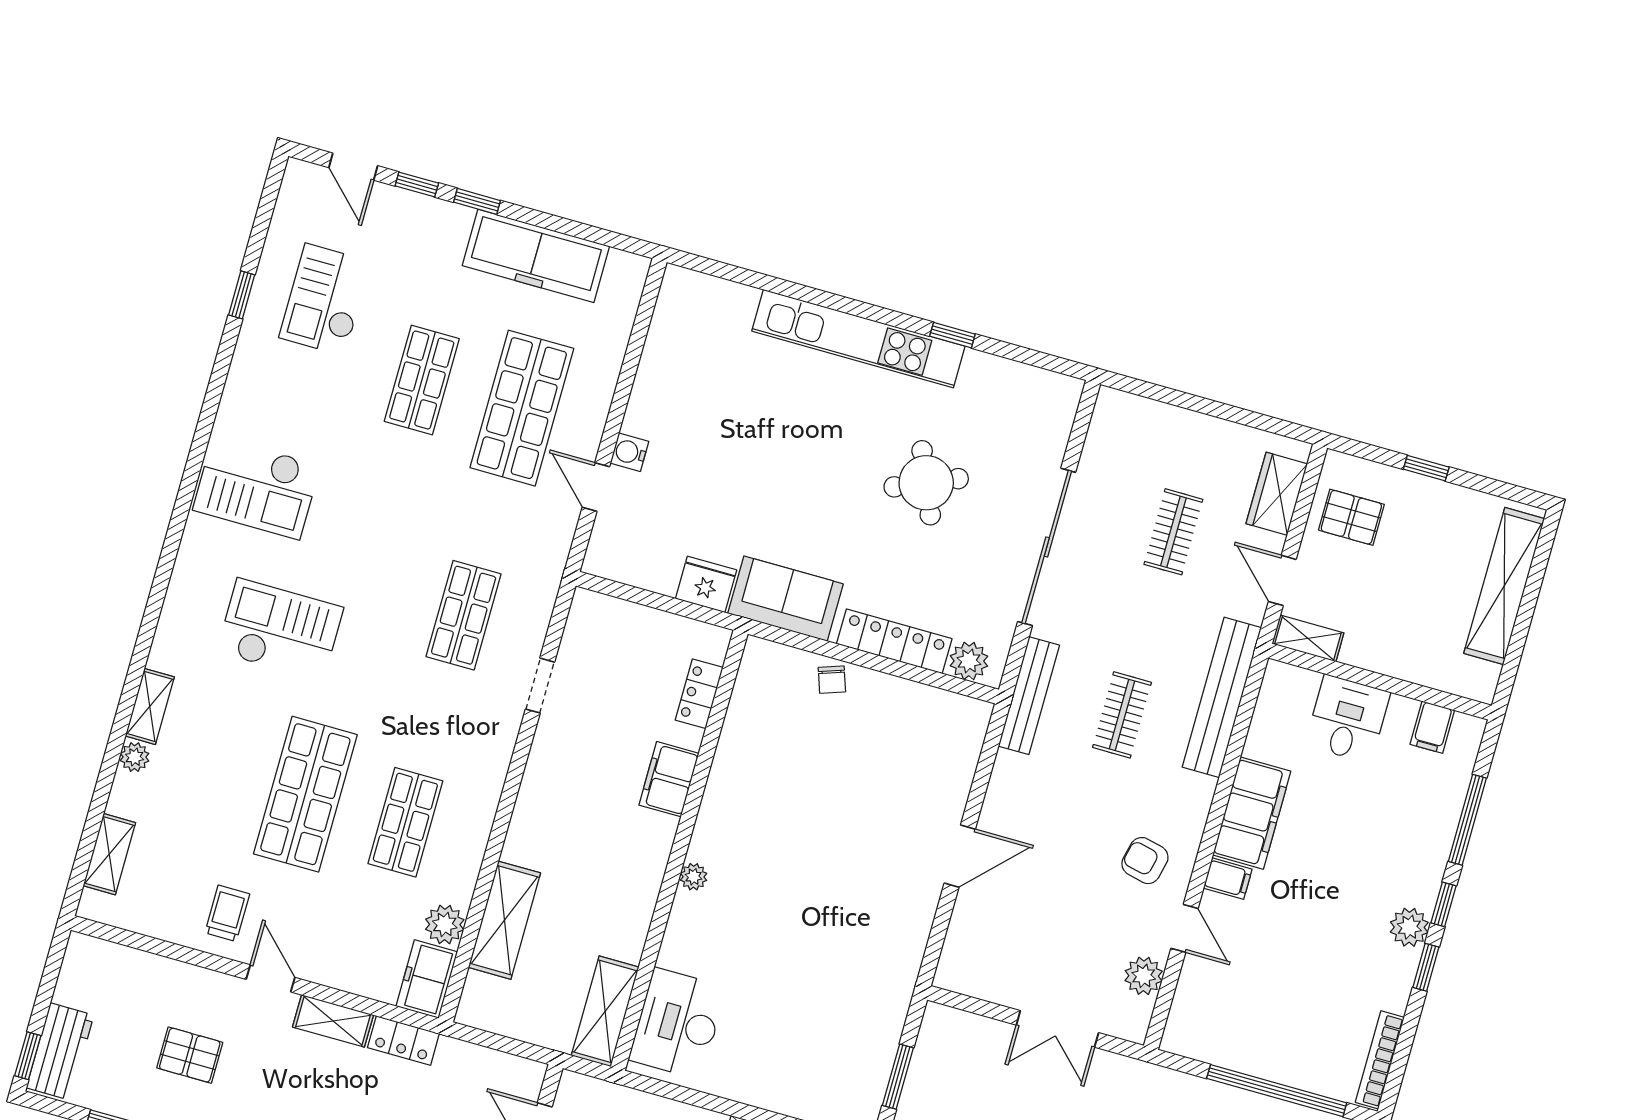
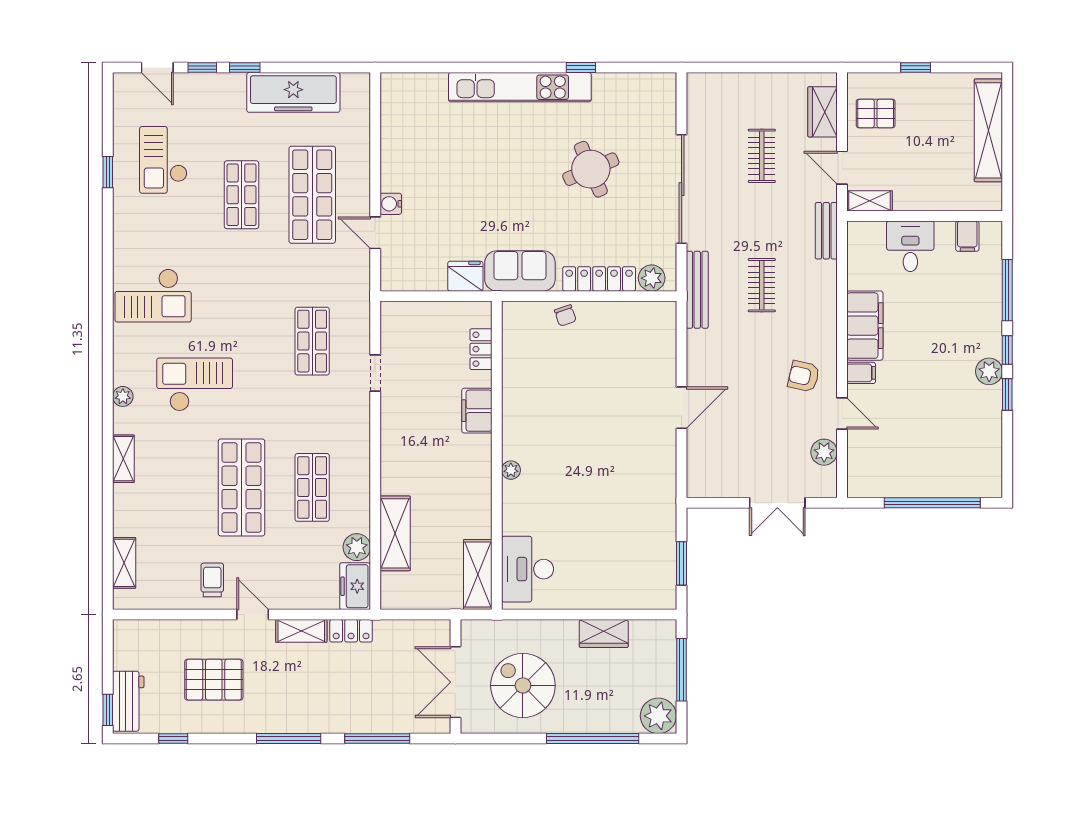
bench: (1222, 697) -> (826, 231), width x0.54, depth x0.82
plant: (135, 757) -> (123, 396), moved
pallet: (190, 1055) -> (214, 680), width x1.50, depth x1.42
bookcase: (1380, 1060) -> (994, 464), removed

